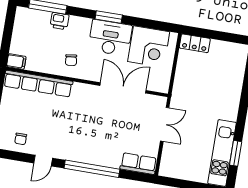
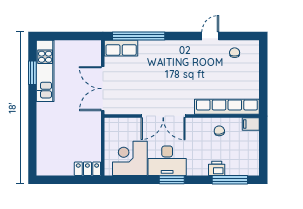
chair: (71, 60) -> (219, 131), moved
double door: (123, 88) -> (163, 116), moved
double door: (165, 124) -> (103, 89), width x1.37
window: (92, 169) -> (139, 36), moved

